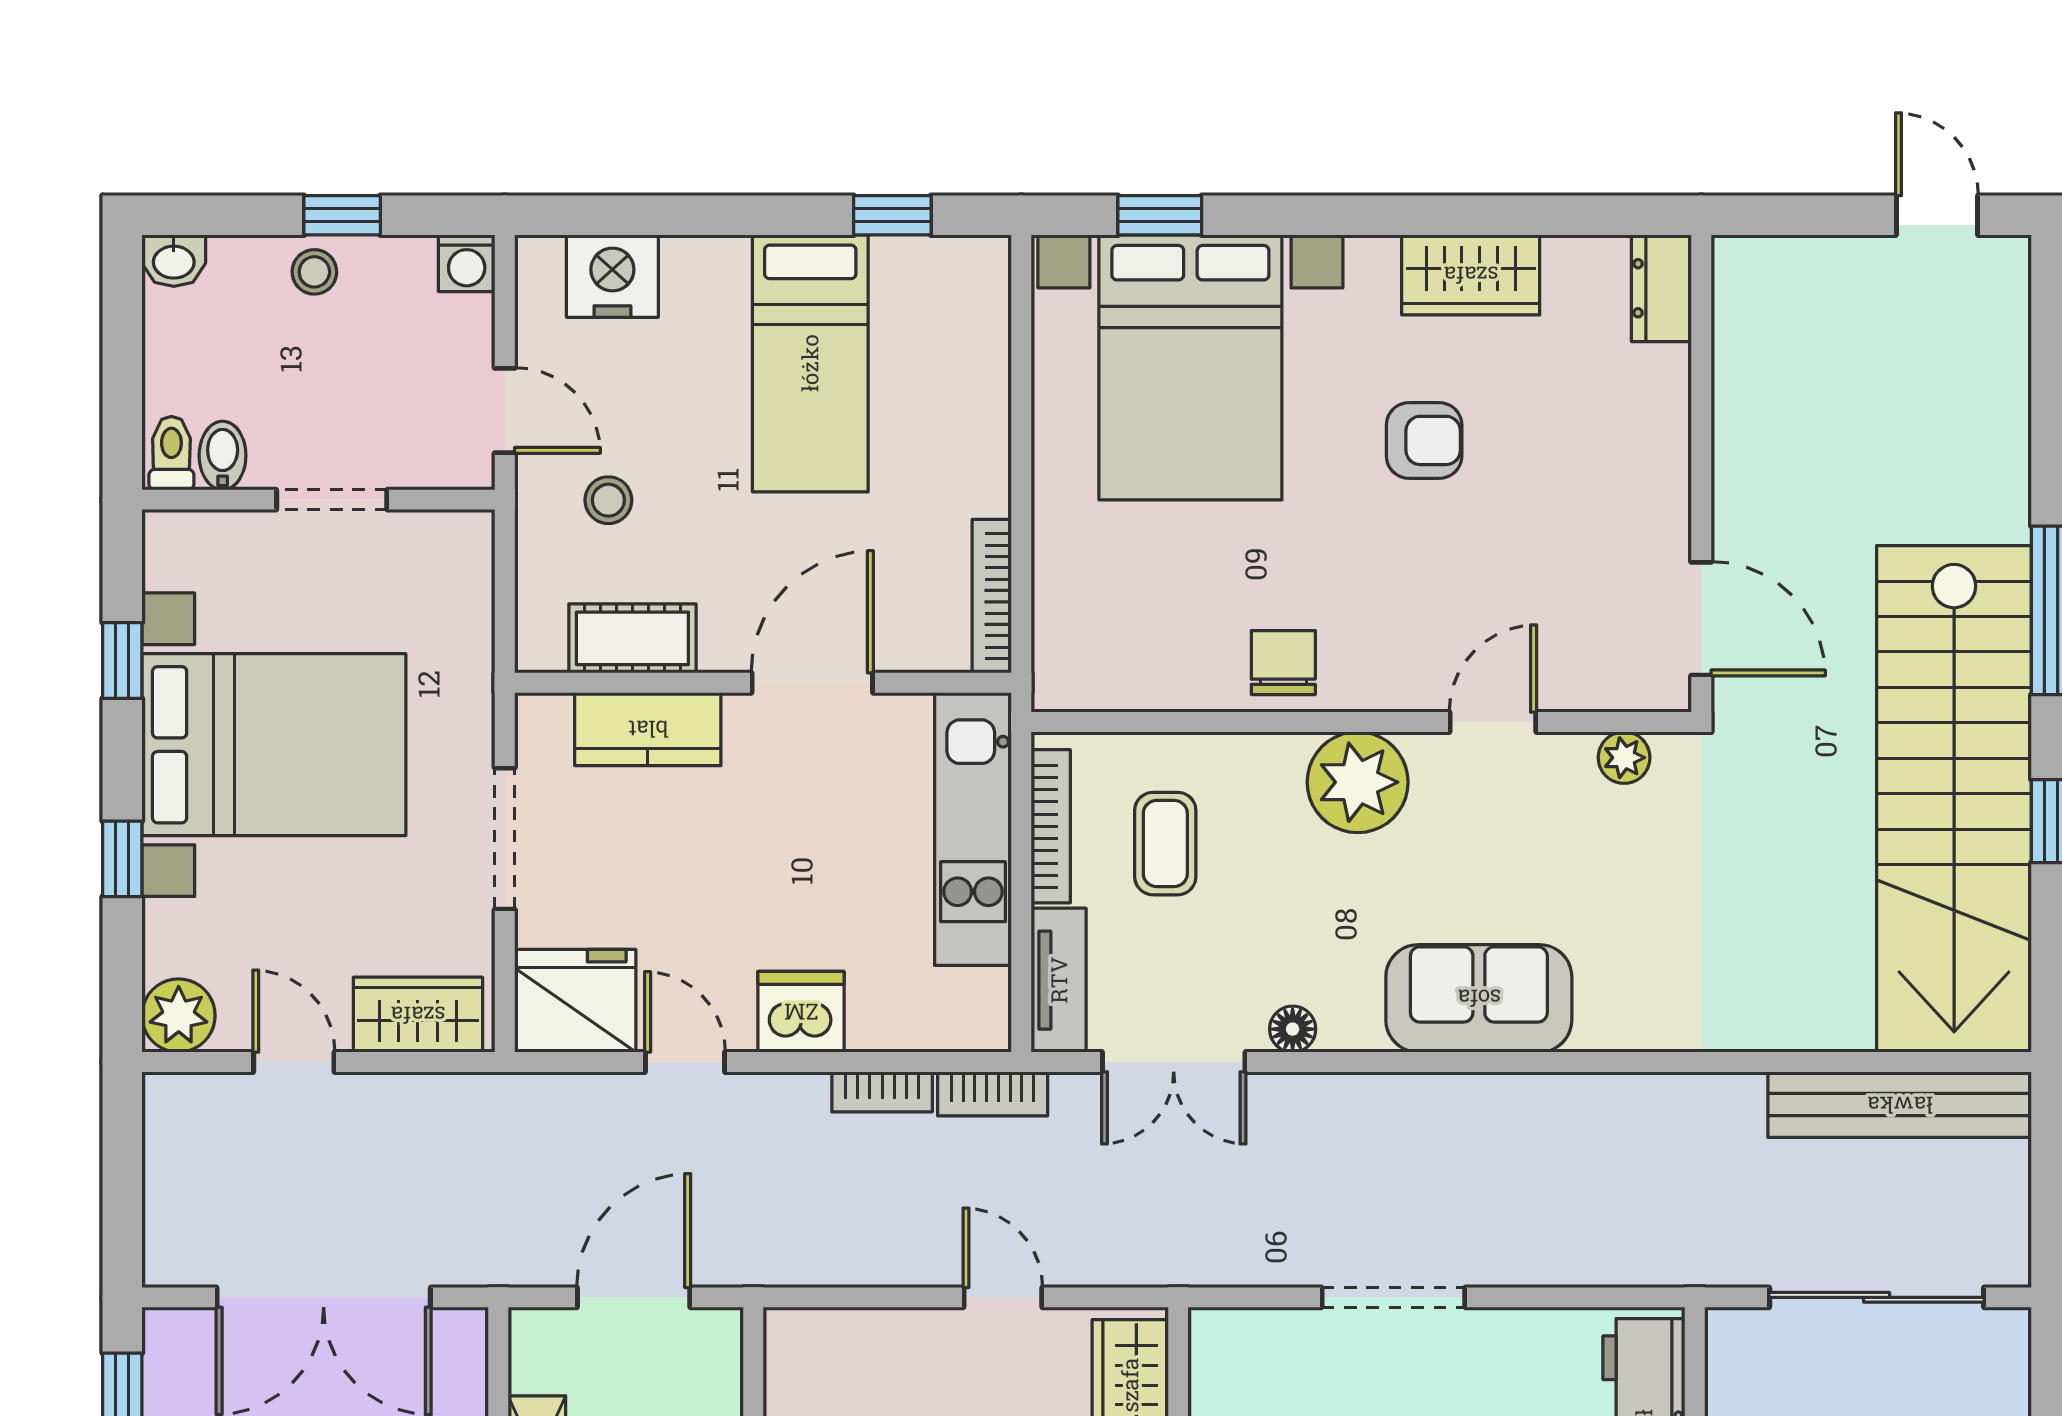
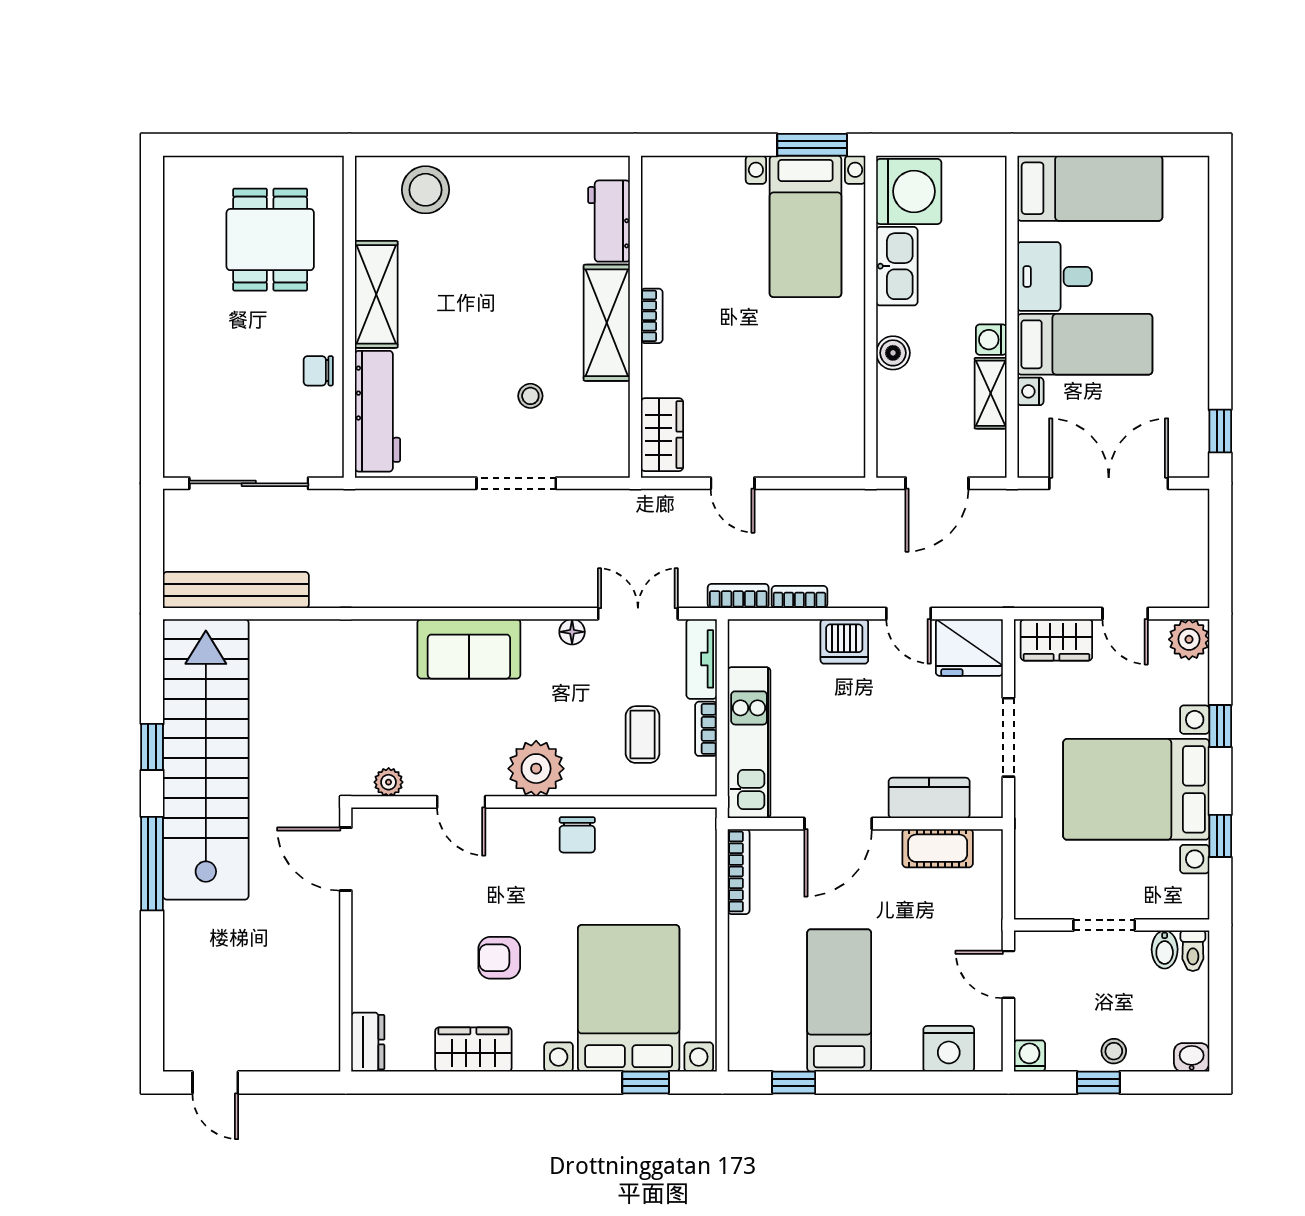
stool: (608, 500) -> (951, 925), removed
door: (1493, 722) -> (461, 802), hinge flipped
bookcase: (1051, 826) -> (706, 729), width x0.64

